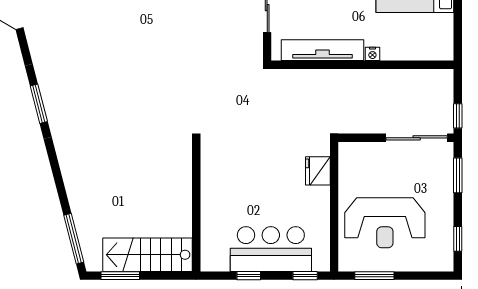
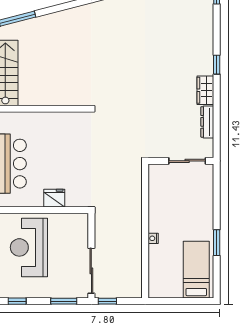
tv unit: (323, 50) -> (156, 202), removed
fridge: (318, 171) -> (54, 198), moved

